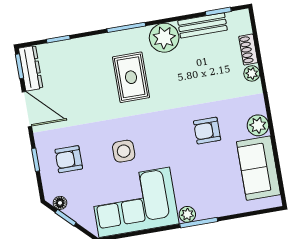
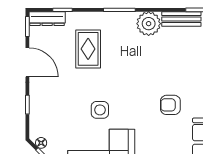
dresser: (31, 68) -> (47, 19), moved, turned 90
rug: (131, 77) -> (88, 49), moved
armchair: (69, 159) -> (54, 109), removed

